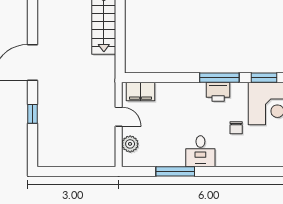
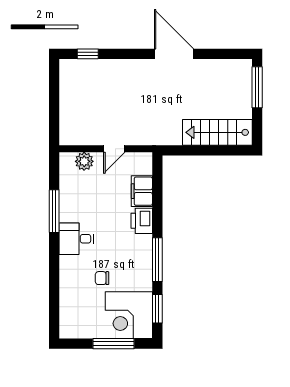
filing cabinet: (140, 92) -> (142, 191), moved
printer: (218, 92) -> (142, 221), moved
window: (32, 114) -> (88, 54), moved

